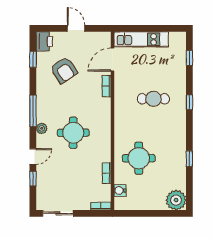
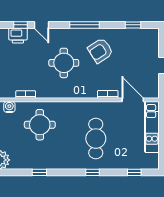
printer: (44, 41) -> (18, 36), moved
armchair: (64, 70) -> (100, 51), moved
cafe table: (153, 99) -> (96, 139), width x1.37, depth x1.35
plant: (42, 128) -> (68, 33), removed

